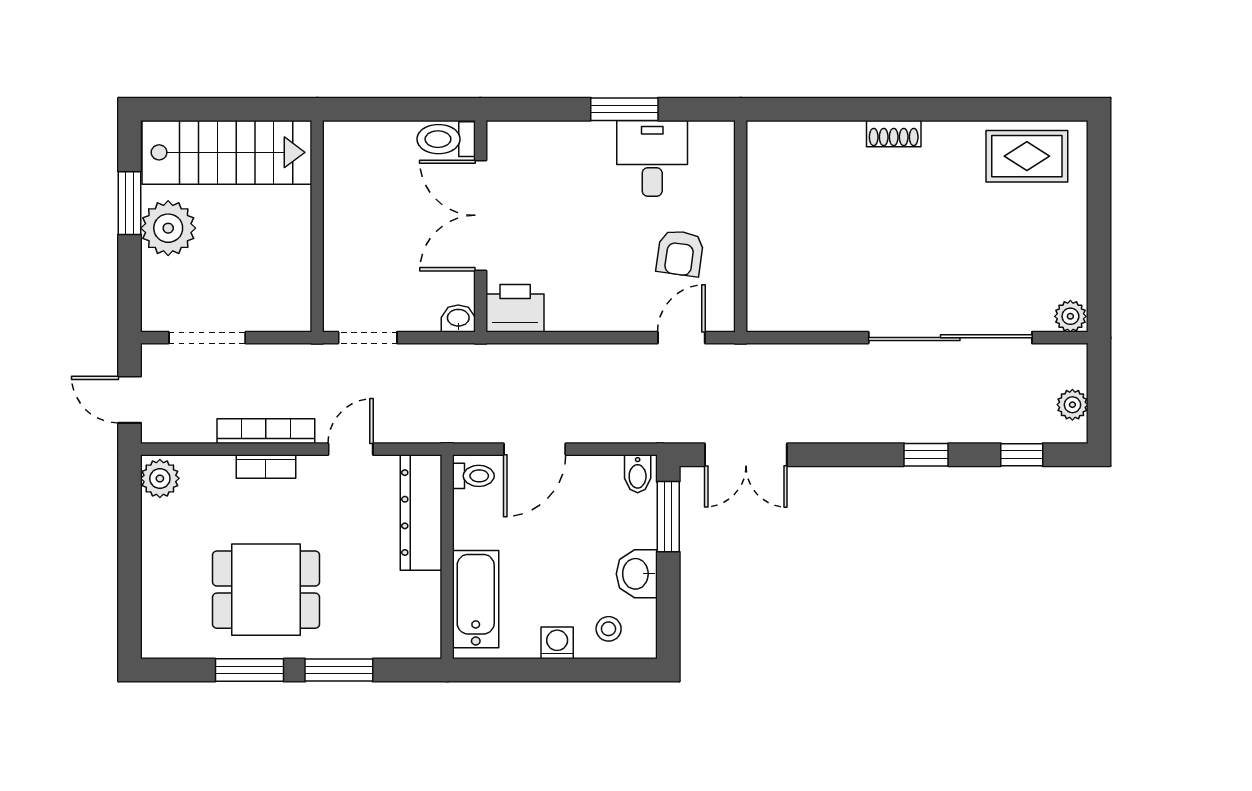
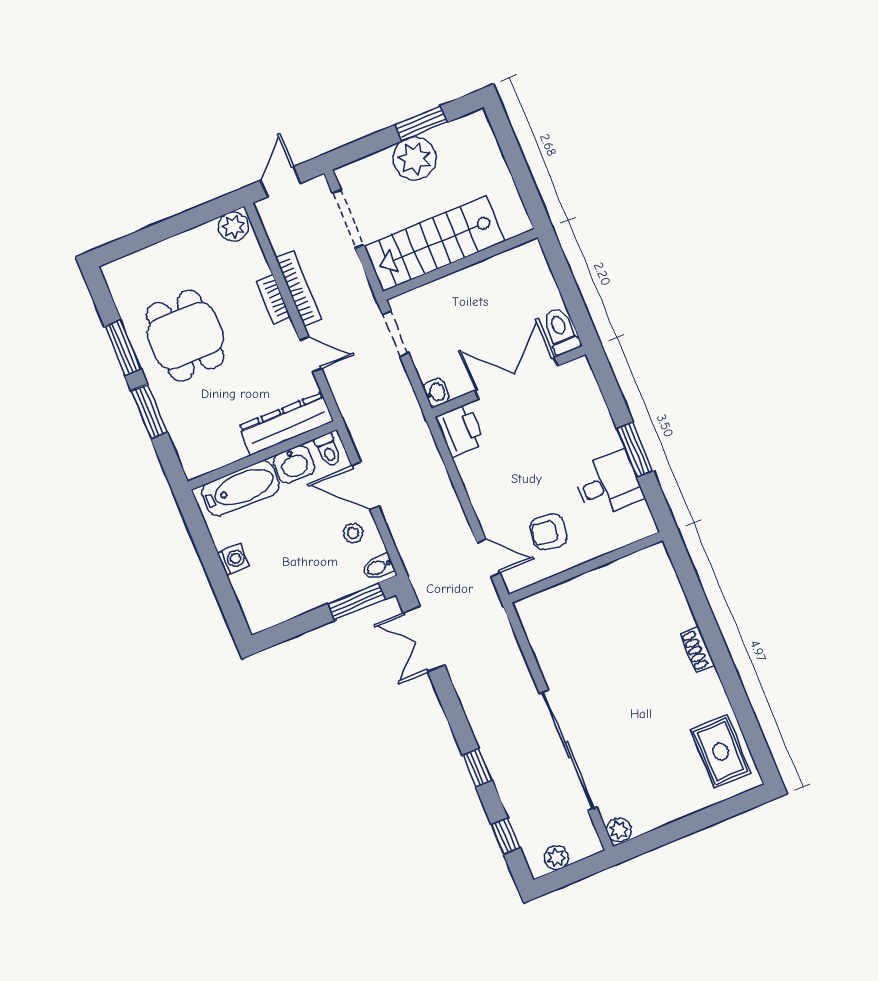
stairs: (227, 152) -> (435, 243), moved, turned 90
washbasin: (637, 574) -> (294, 464), moved, turned 180
stool: (609, 629) -> (353, 533), moved

